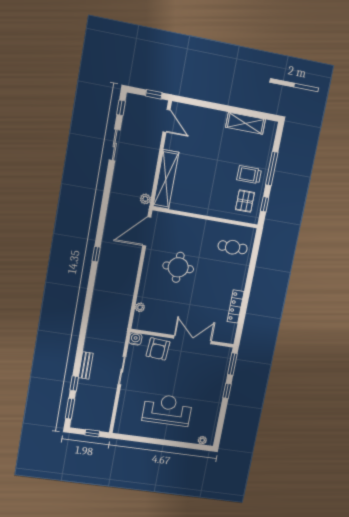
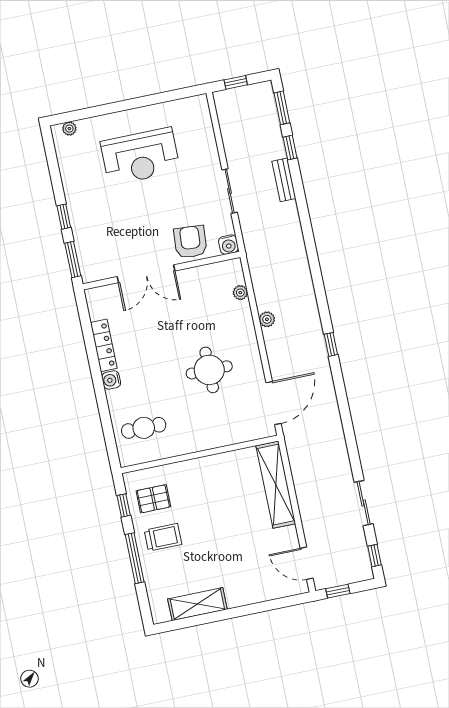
plant: (145, 199) -> (267, 319), moved
pallet: (245, 201) -> (153, 499), turned 90
water cooler: (240, 284) -> (111, 380), added

